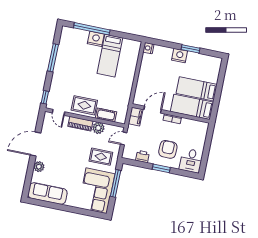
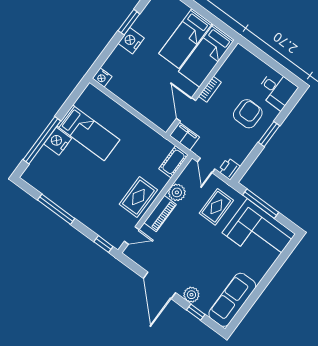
cot: (106, 115) -> (173, 162), moved
armchair: (168, 149) -> (248, 114), turned 90
printer: (143, 157) -> (229, 169), moved
window: (29, 174) -> (196, 312), added

